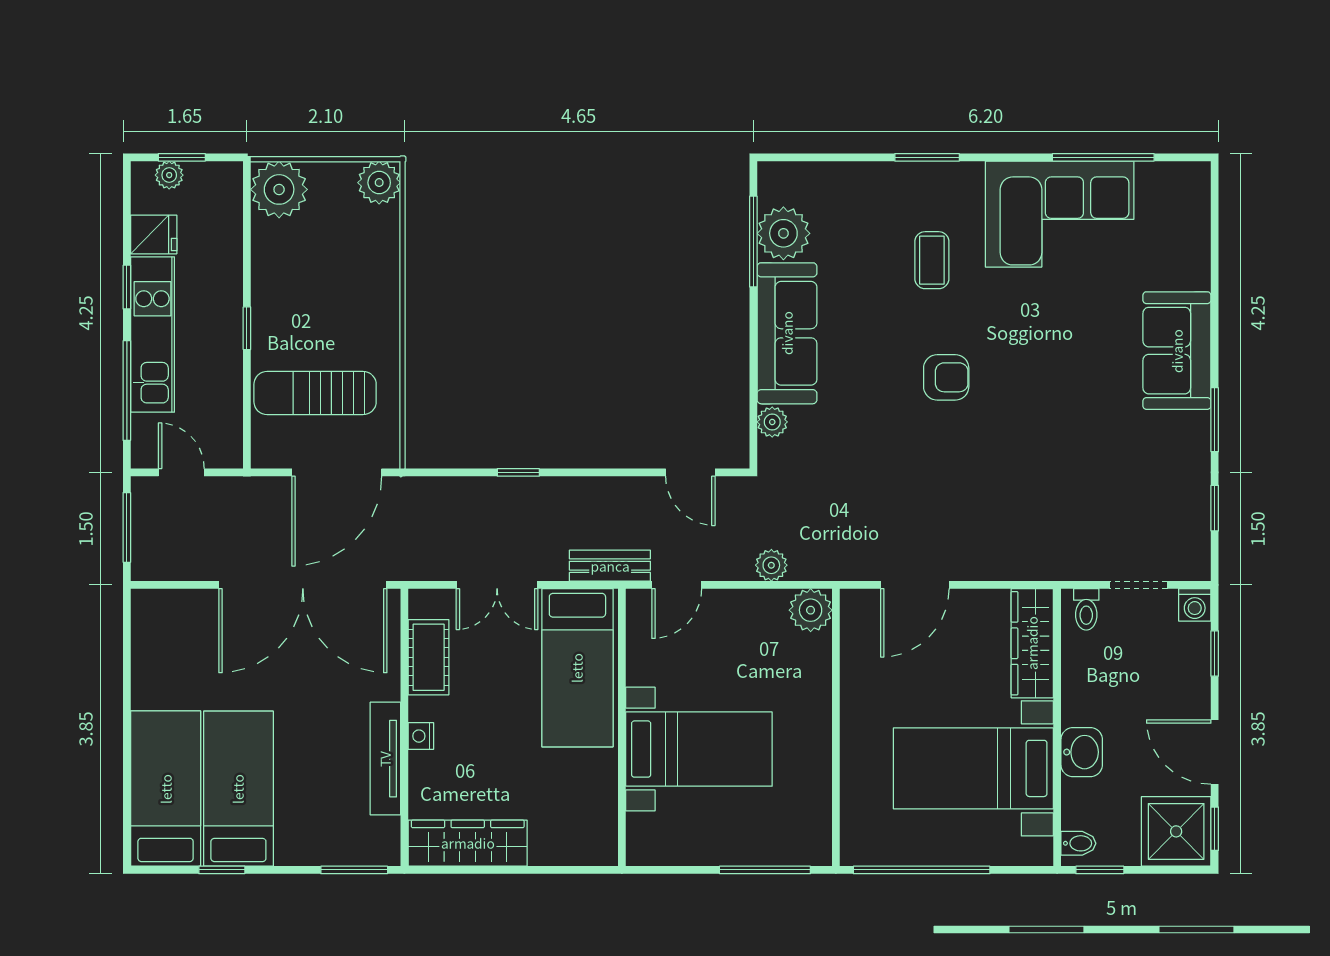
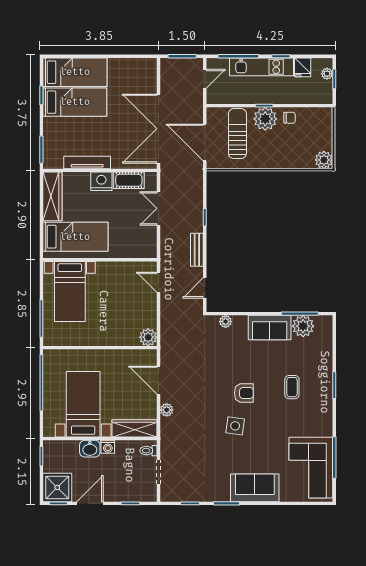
plant: (279, 189) -> (265, 119), moved
corner sofa: (1060, 214) -> (311, 468), moved
coffee table: (932, 260) -> (292, 387), turned 90
chair: (276, 266) -> (290, 118), added
sofa: (787, 333) -> (270, 328), width x0.73
armchair: (946, 377) -> (244, 393), turned -90
side table: (1026, 399) -> (235, 426), added
plant: (771, 565) -> (167, 410), moved
bench: (610, 566) -> (197, 250), moved
washing machine: (1195, 605) -> (108, 447), moved, turned -90
bed: (577, 668) -> (75, 237), moved, turned 180
nightstand: (421, 736) -> (101, 181), width x1.89, depth x1.79
bed with nightstands: (699, 749) -> (70, 291), moved
bidet: (1078, 843) -> (52, 447), removed

